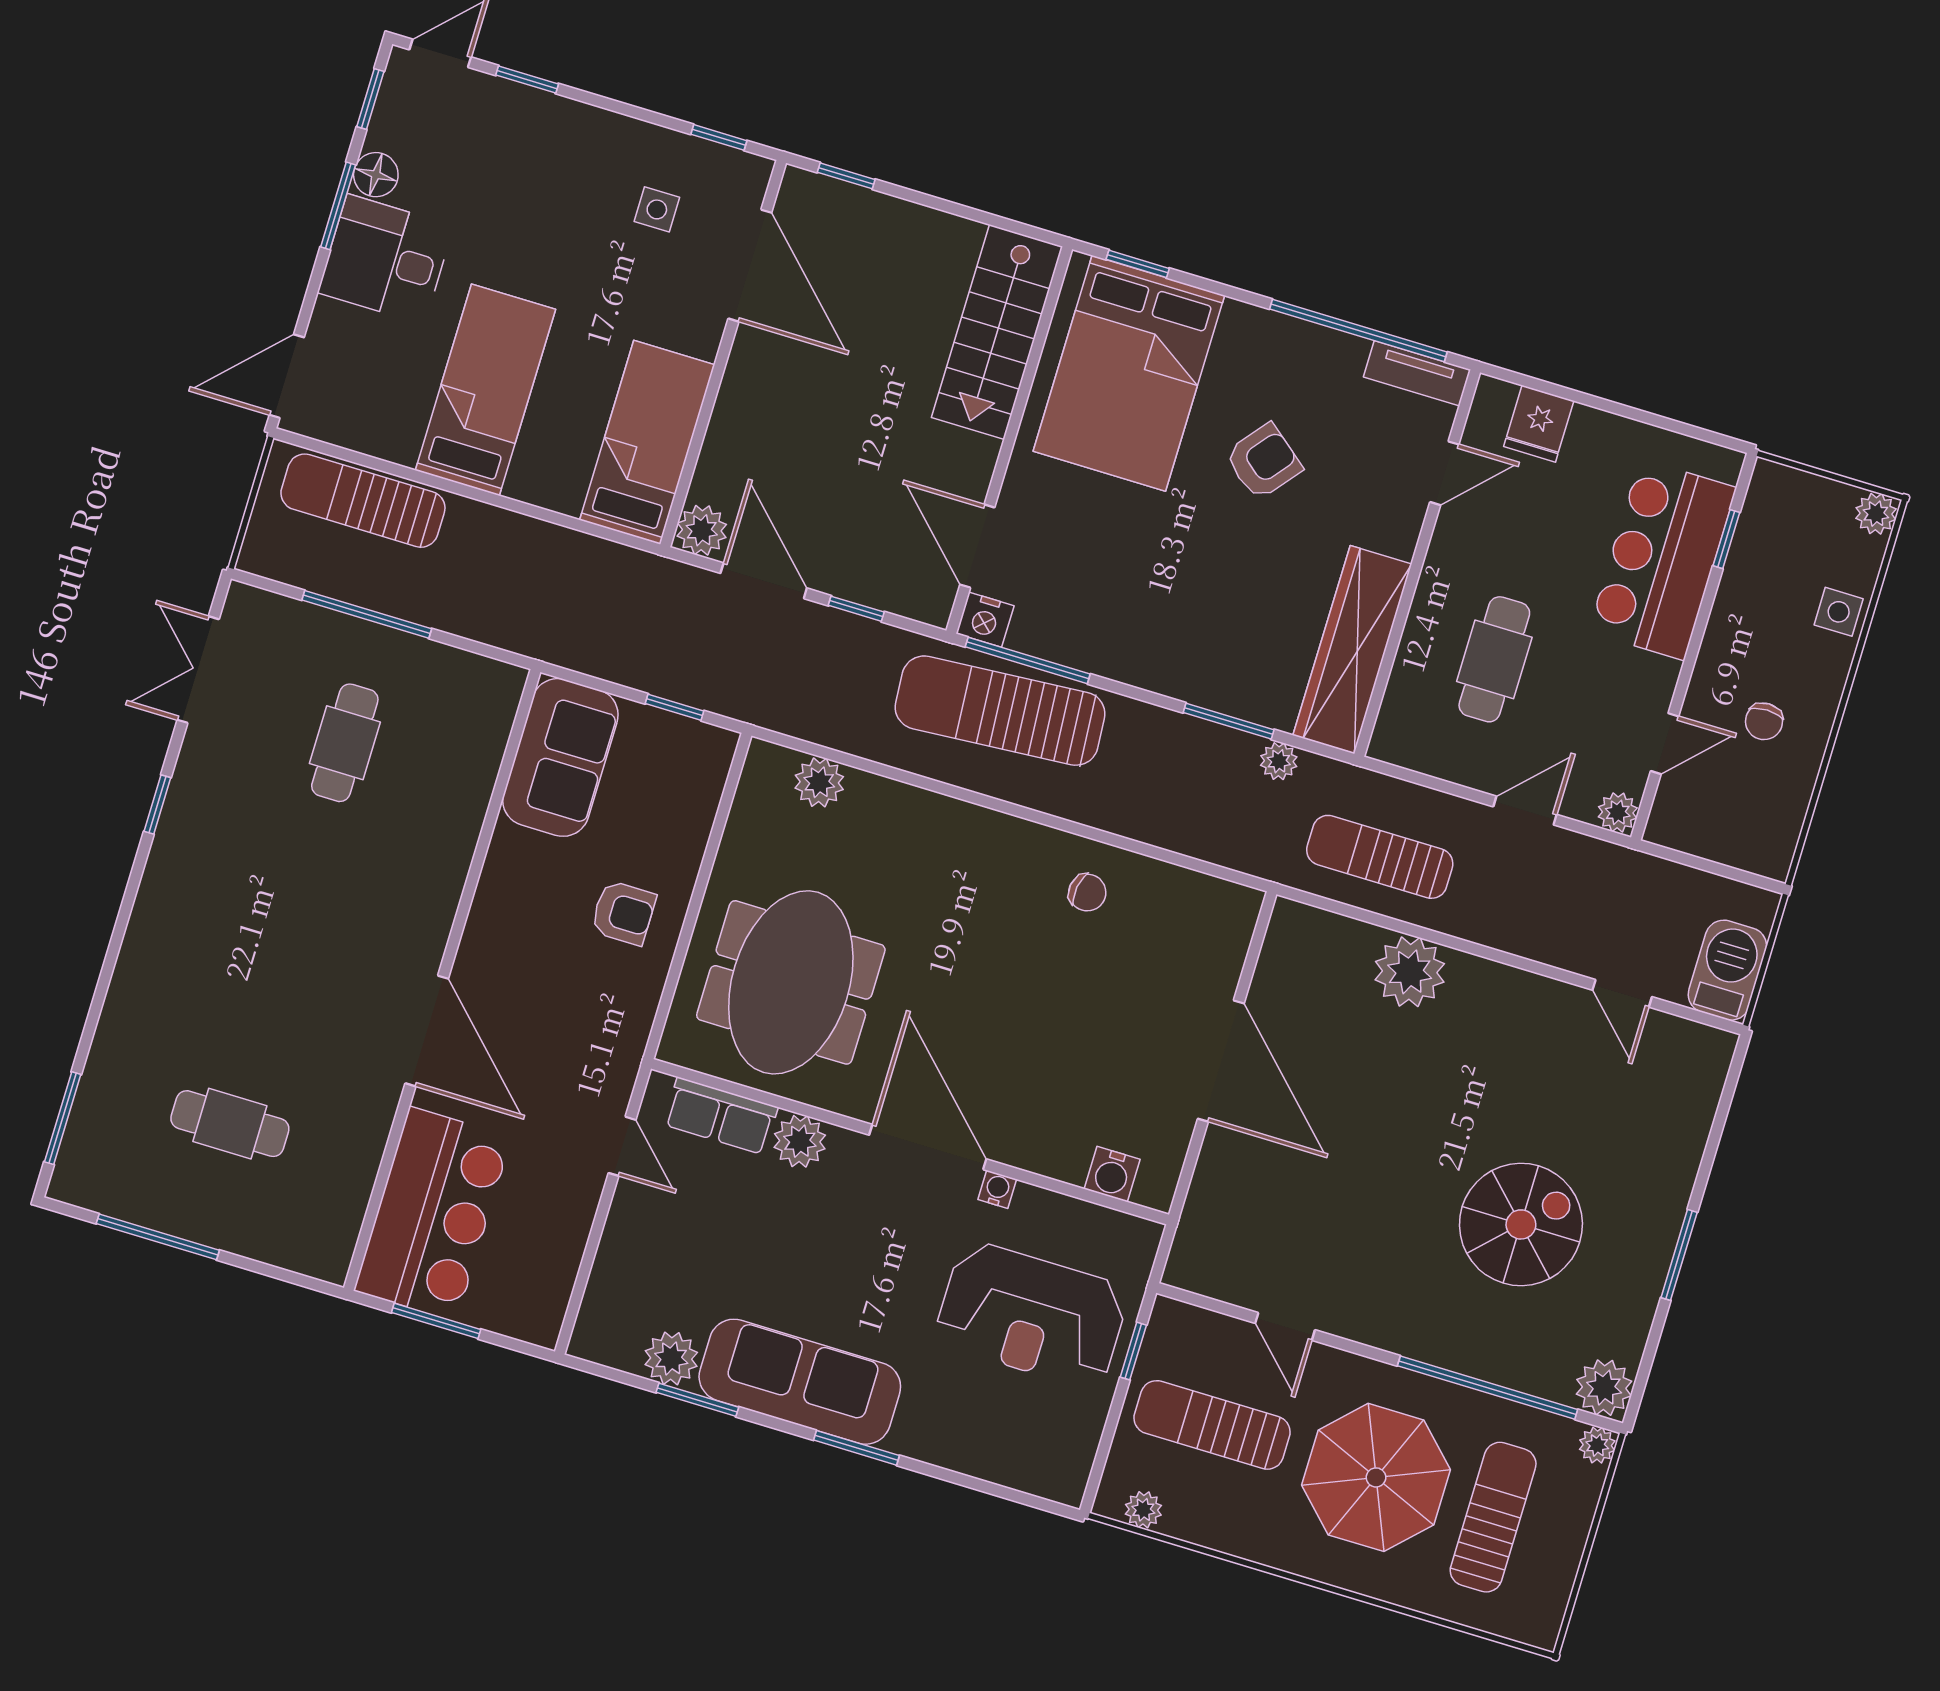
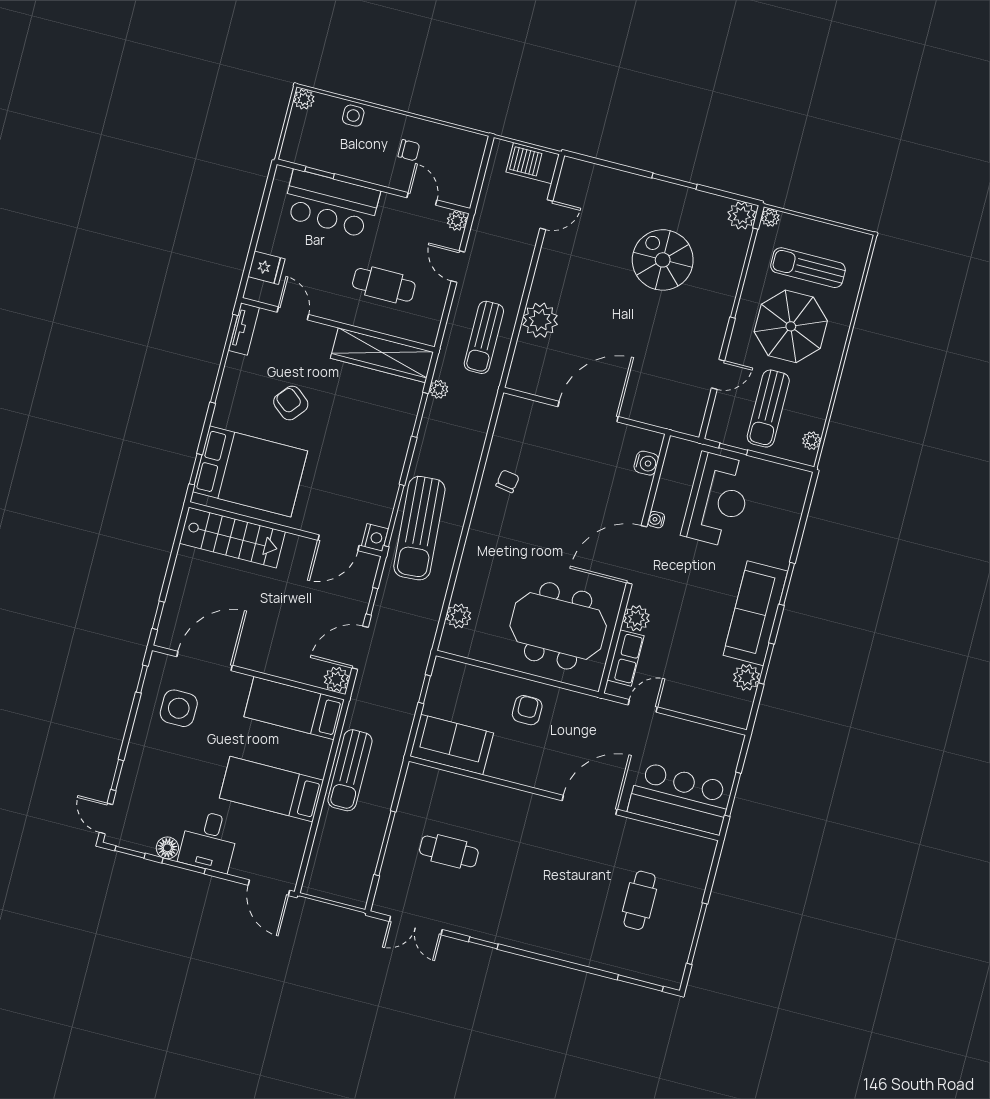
side table: (657, 209) -> (179, 708), width x1.87, depth x1.87
sun lounger: (363, 501) -> (350, 770), moved

